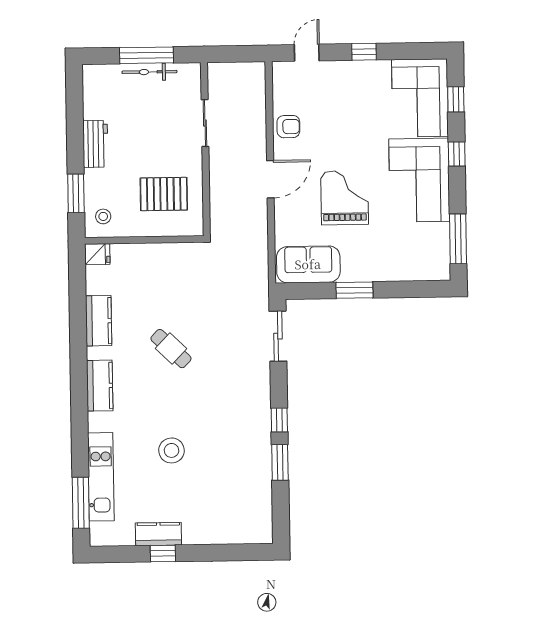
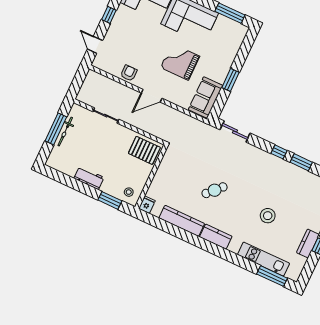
door: (270, 179) -> (152, 96), swing flipped
pallet: (164, 194) -> (144, 150), moved, turned 90
kitchen counter: (99, 321) -> (182, 221), width x1.50

